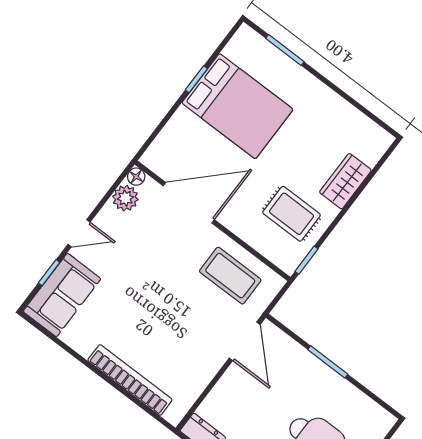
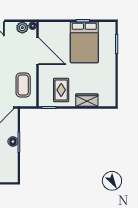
floor lamp: (318, 372) -> (13, 142), added

